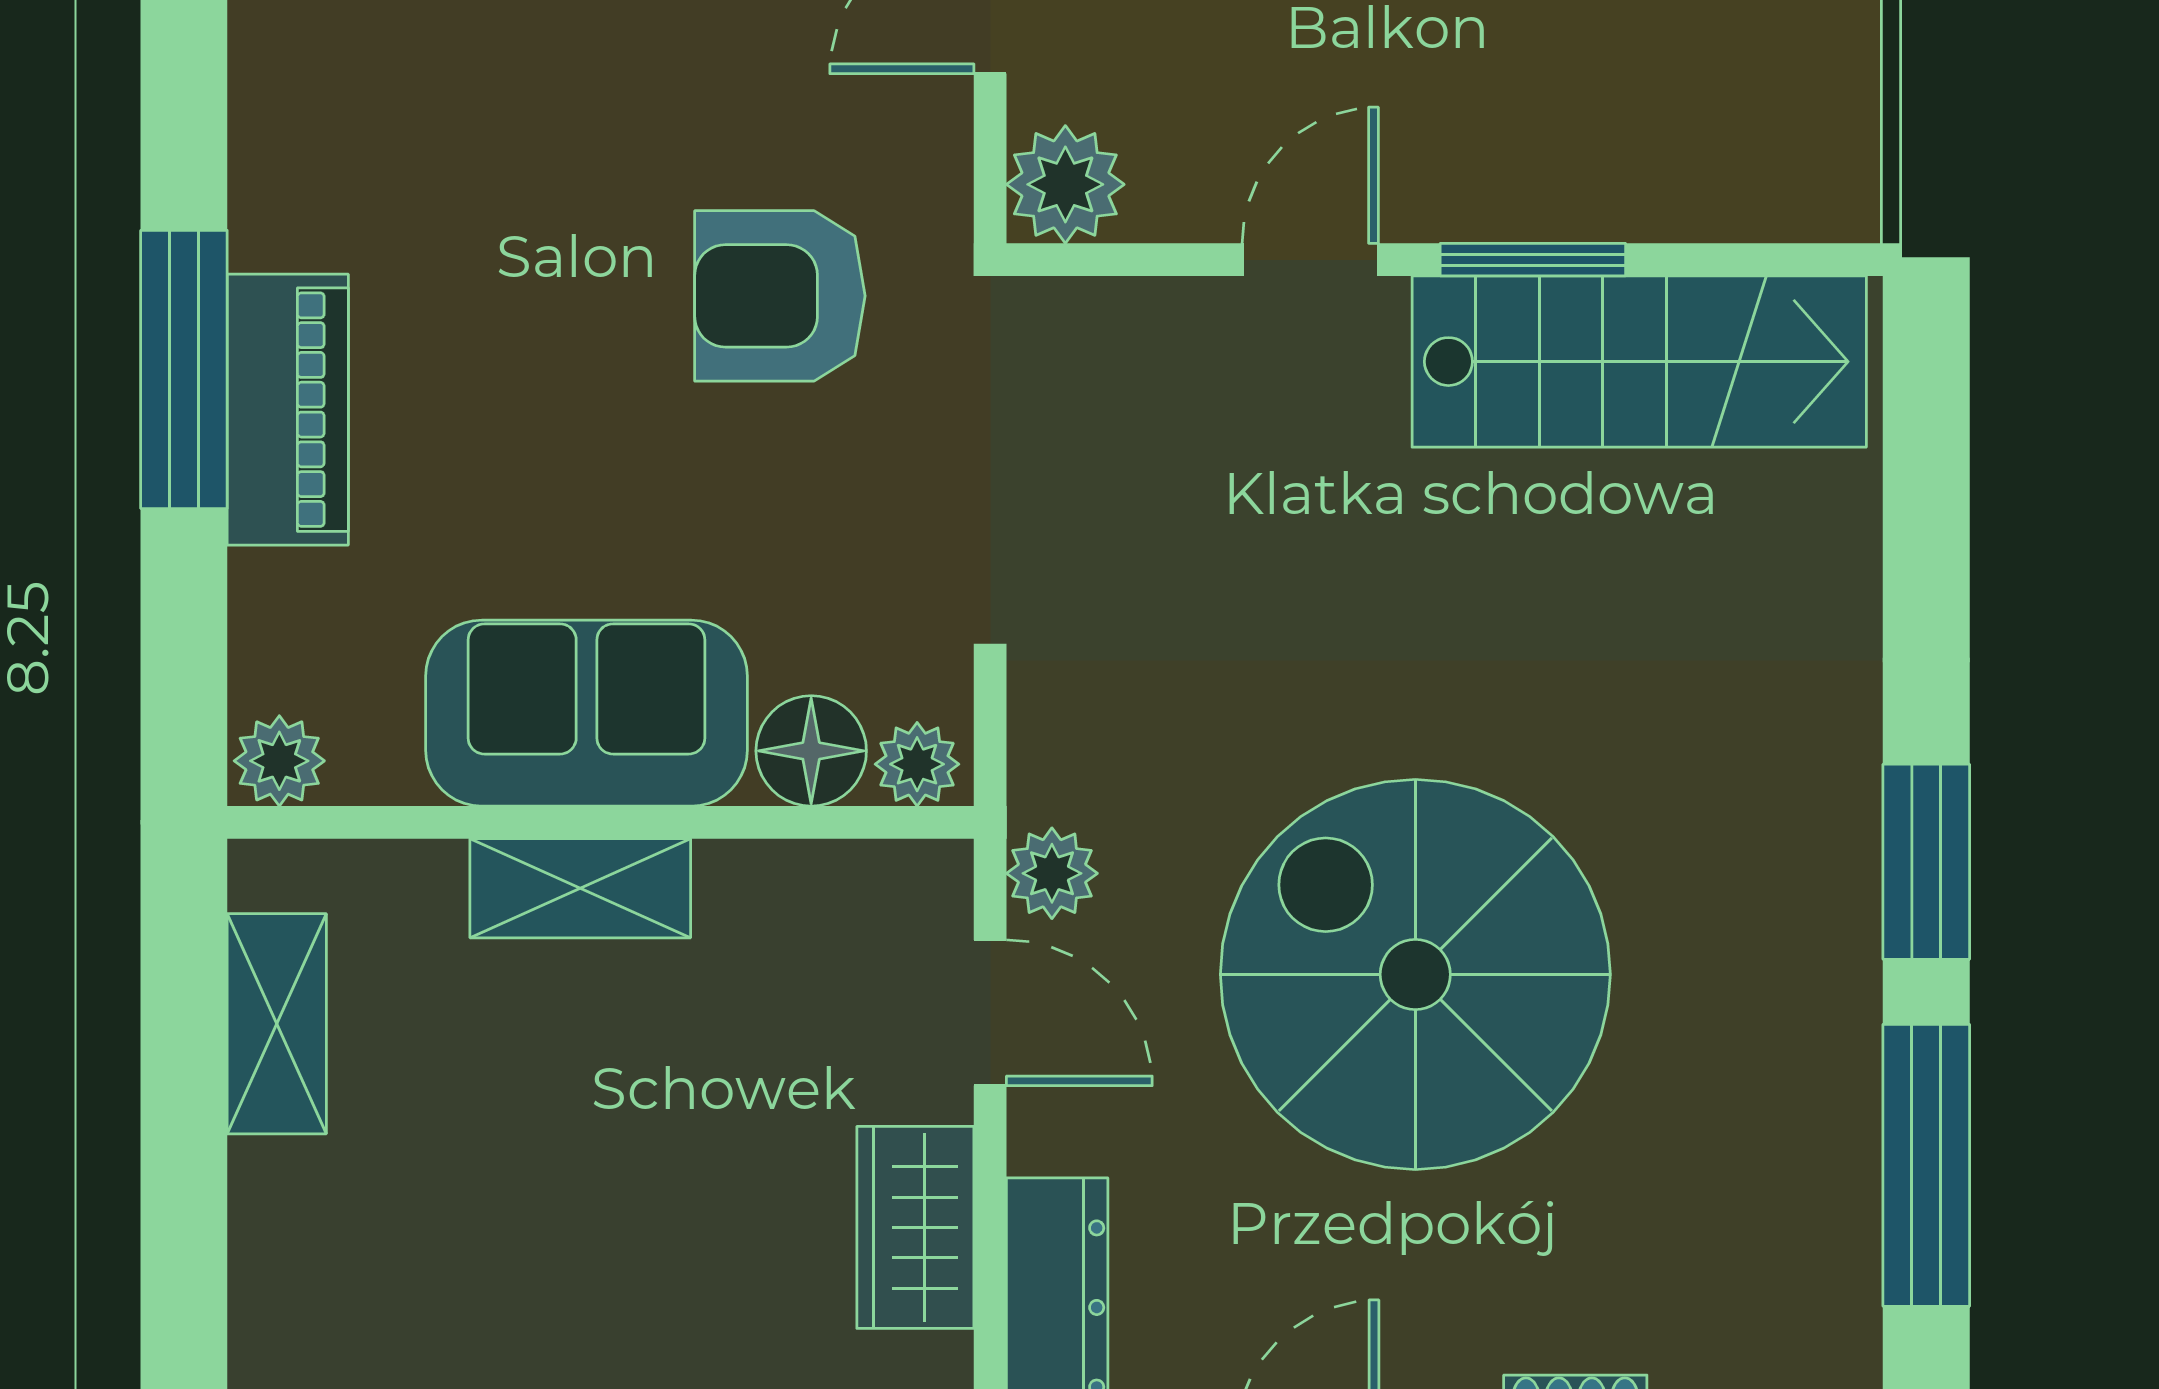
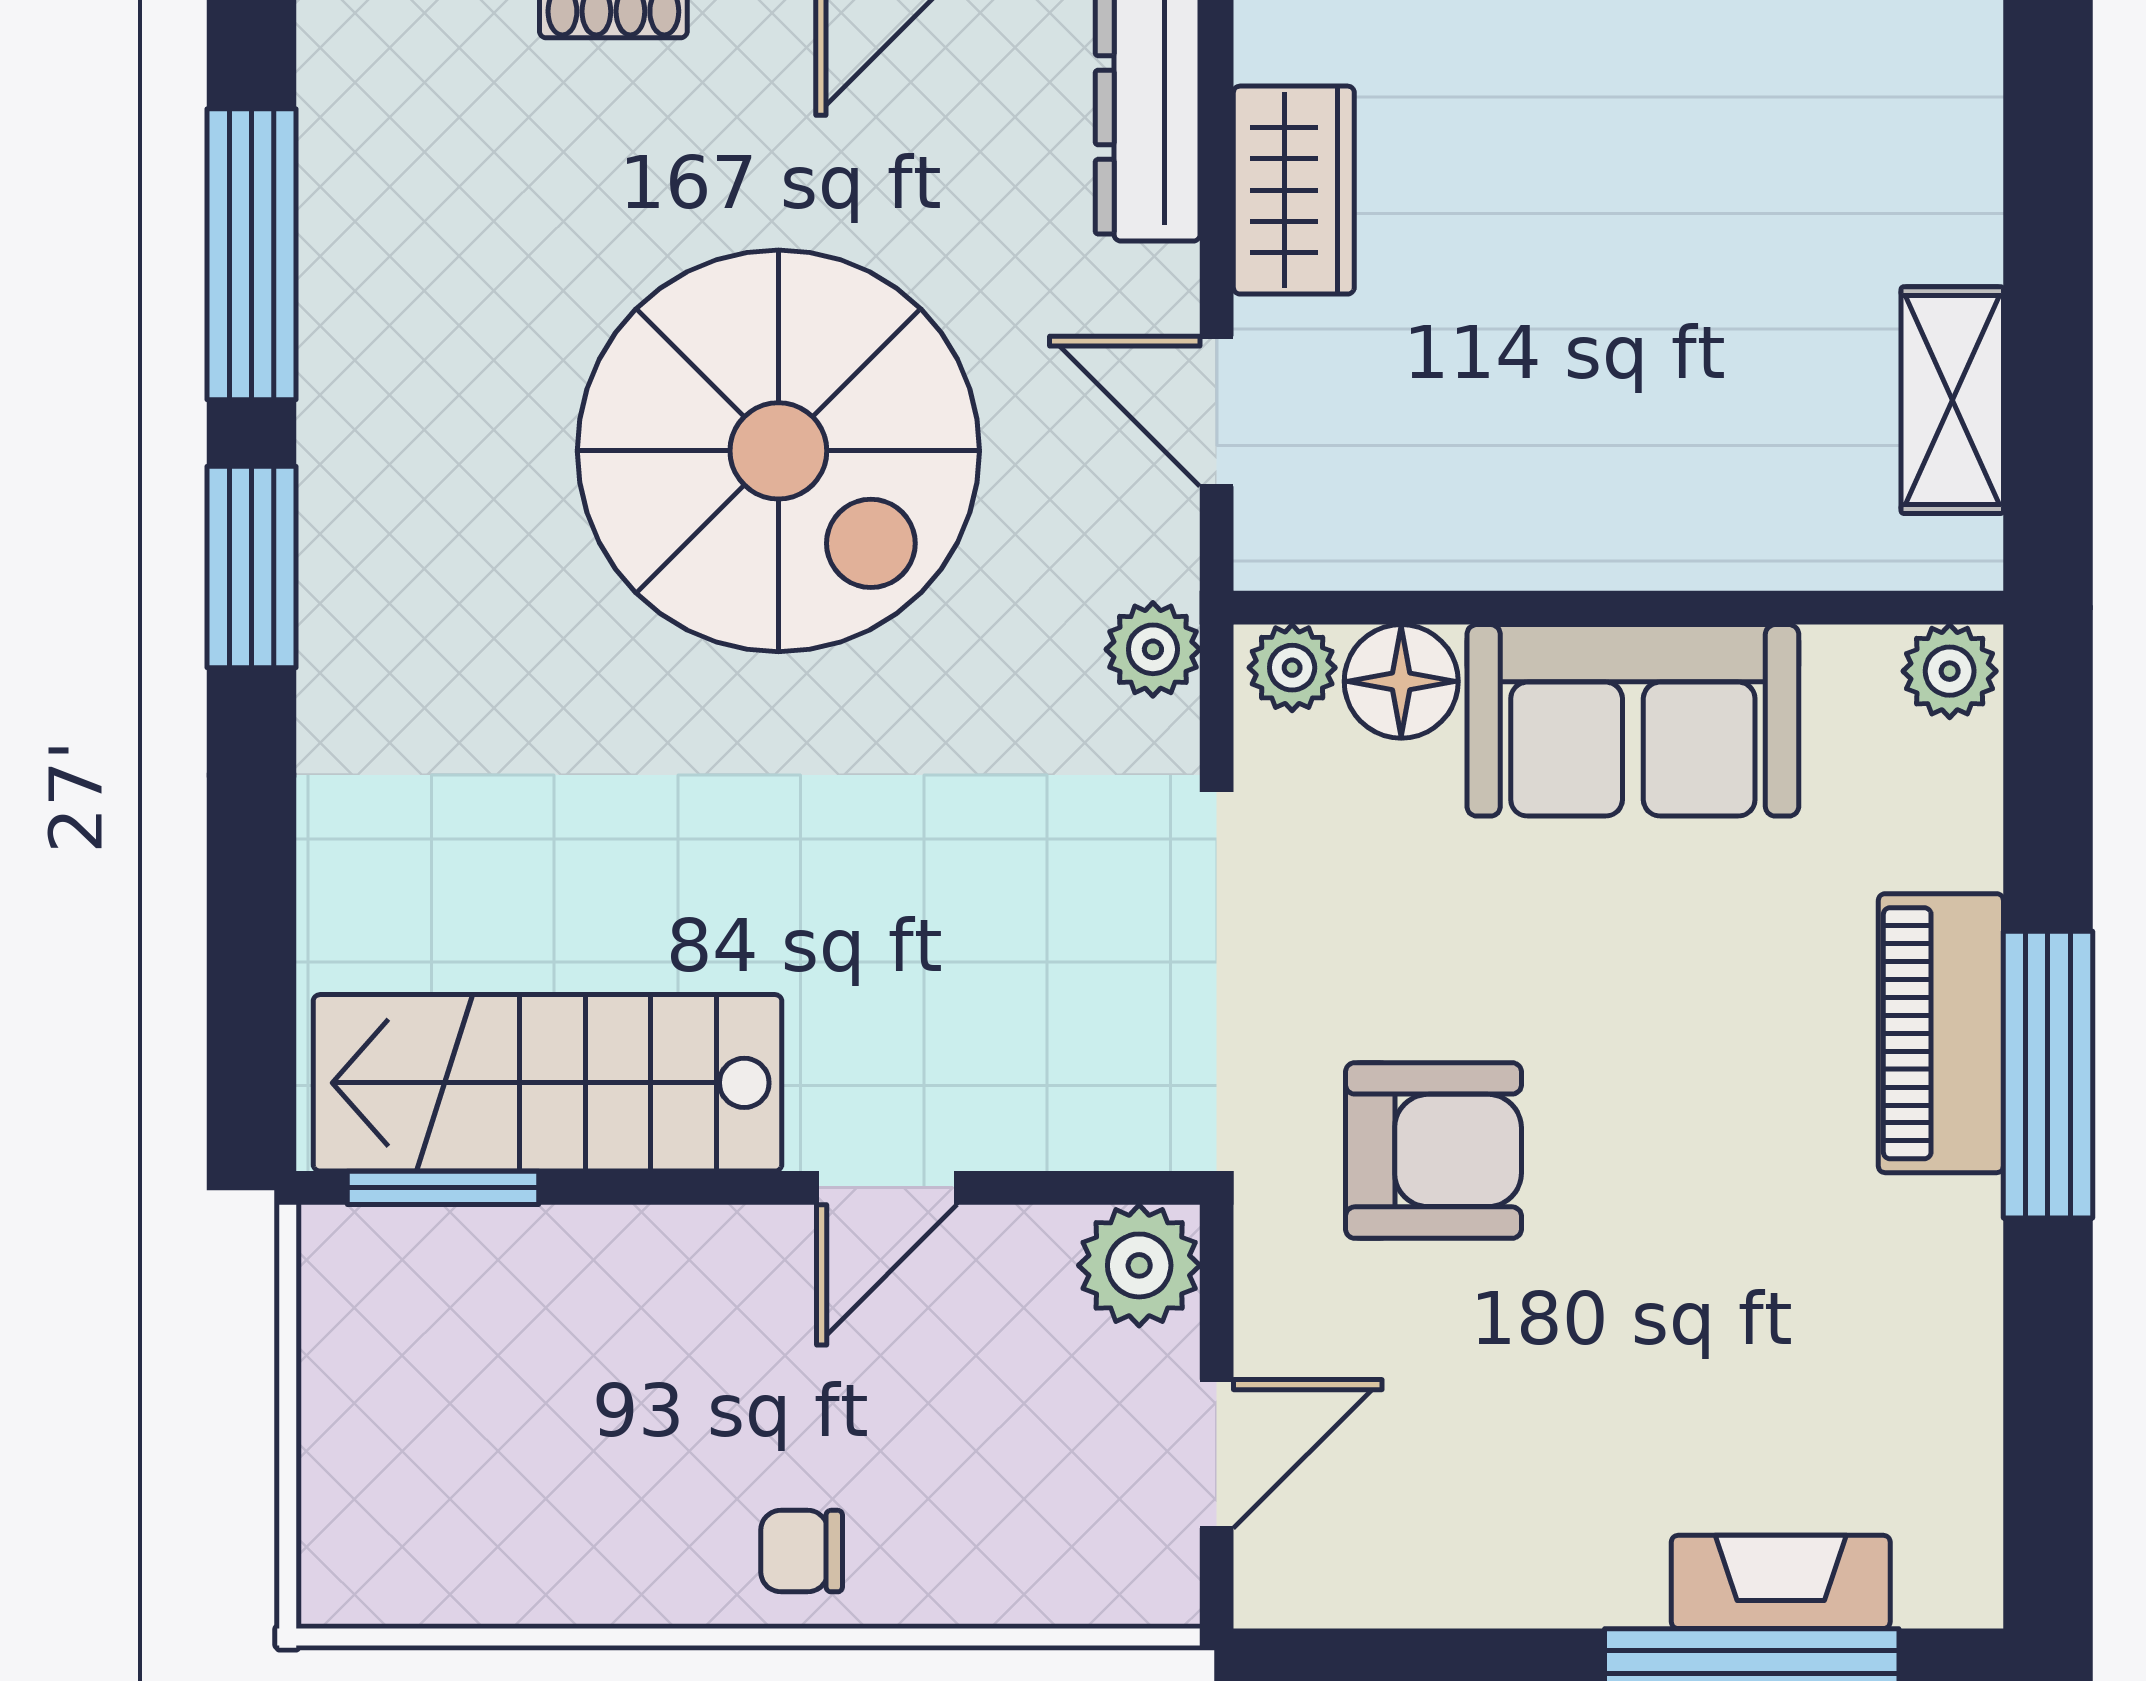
window: (1533, 260) -> (443, 1188), moved
plant: (1052, 873) -> (1153, 649), moved
shelving: (580, 888) -> (1639, 540), removed

